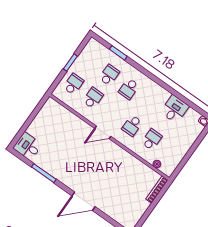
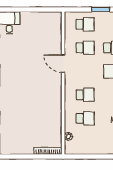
school desk: (132, 126) -> (85, 95), turned 180
door: (103, 132) -> (63, 64), moved

